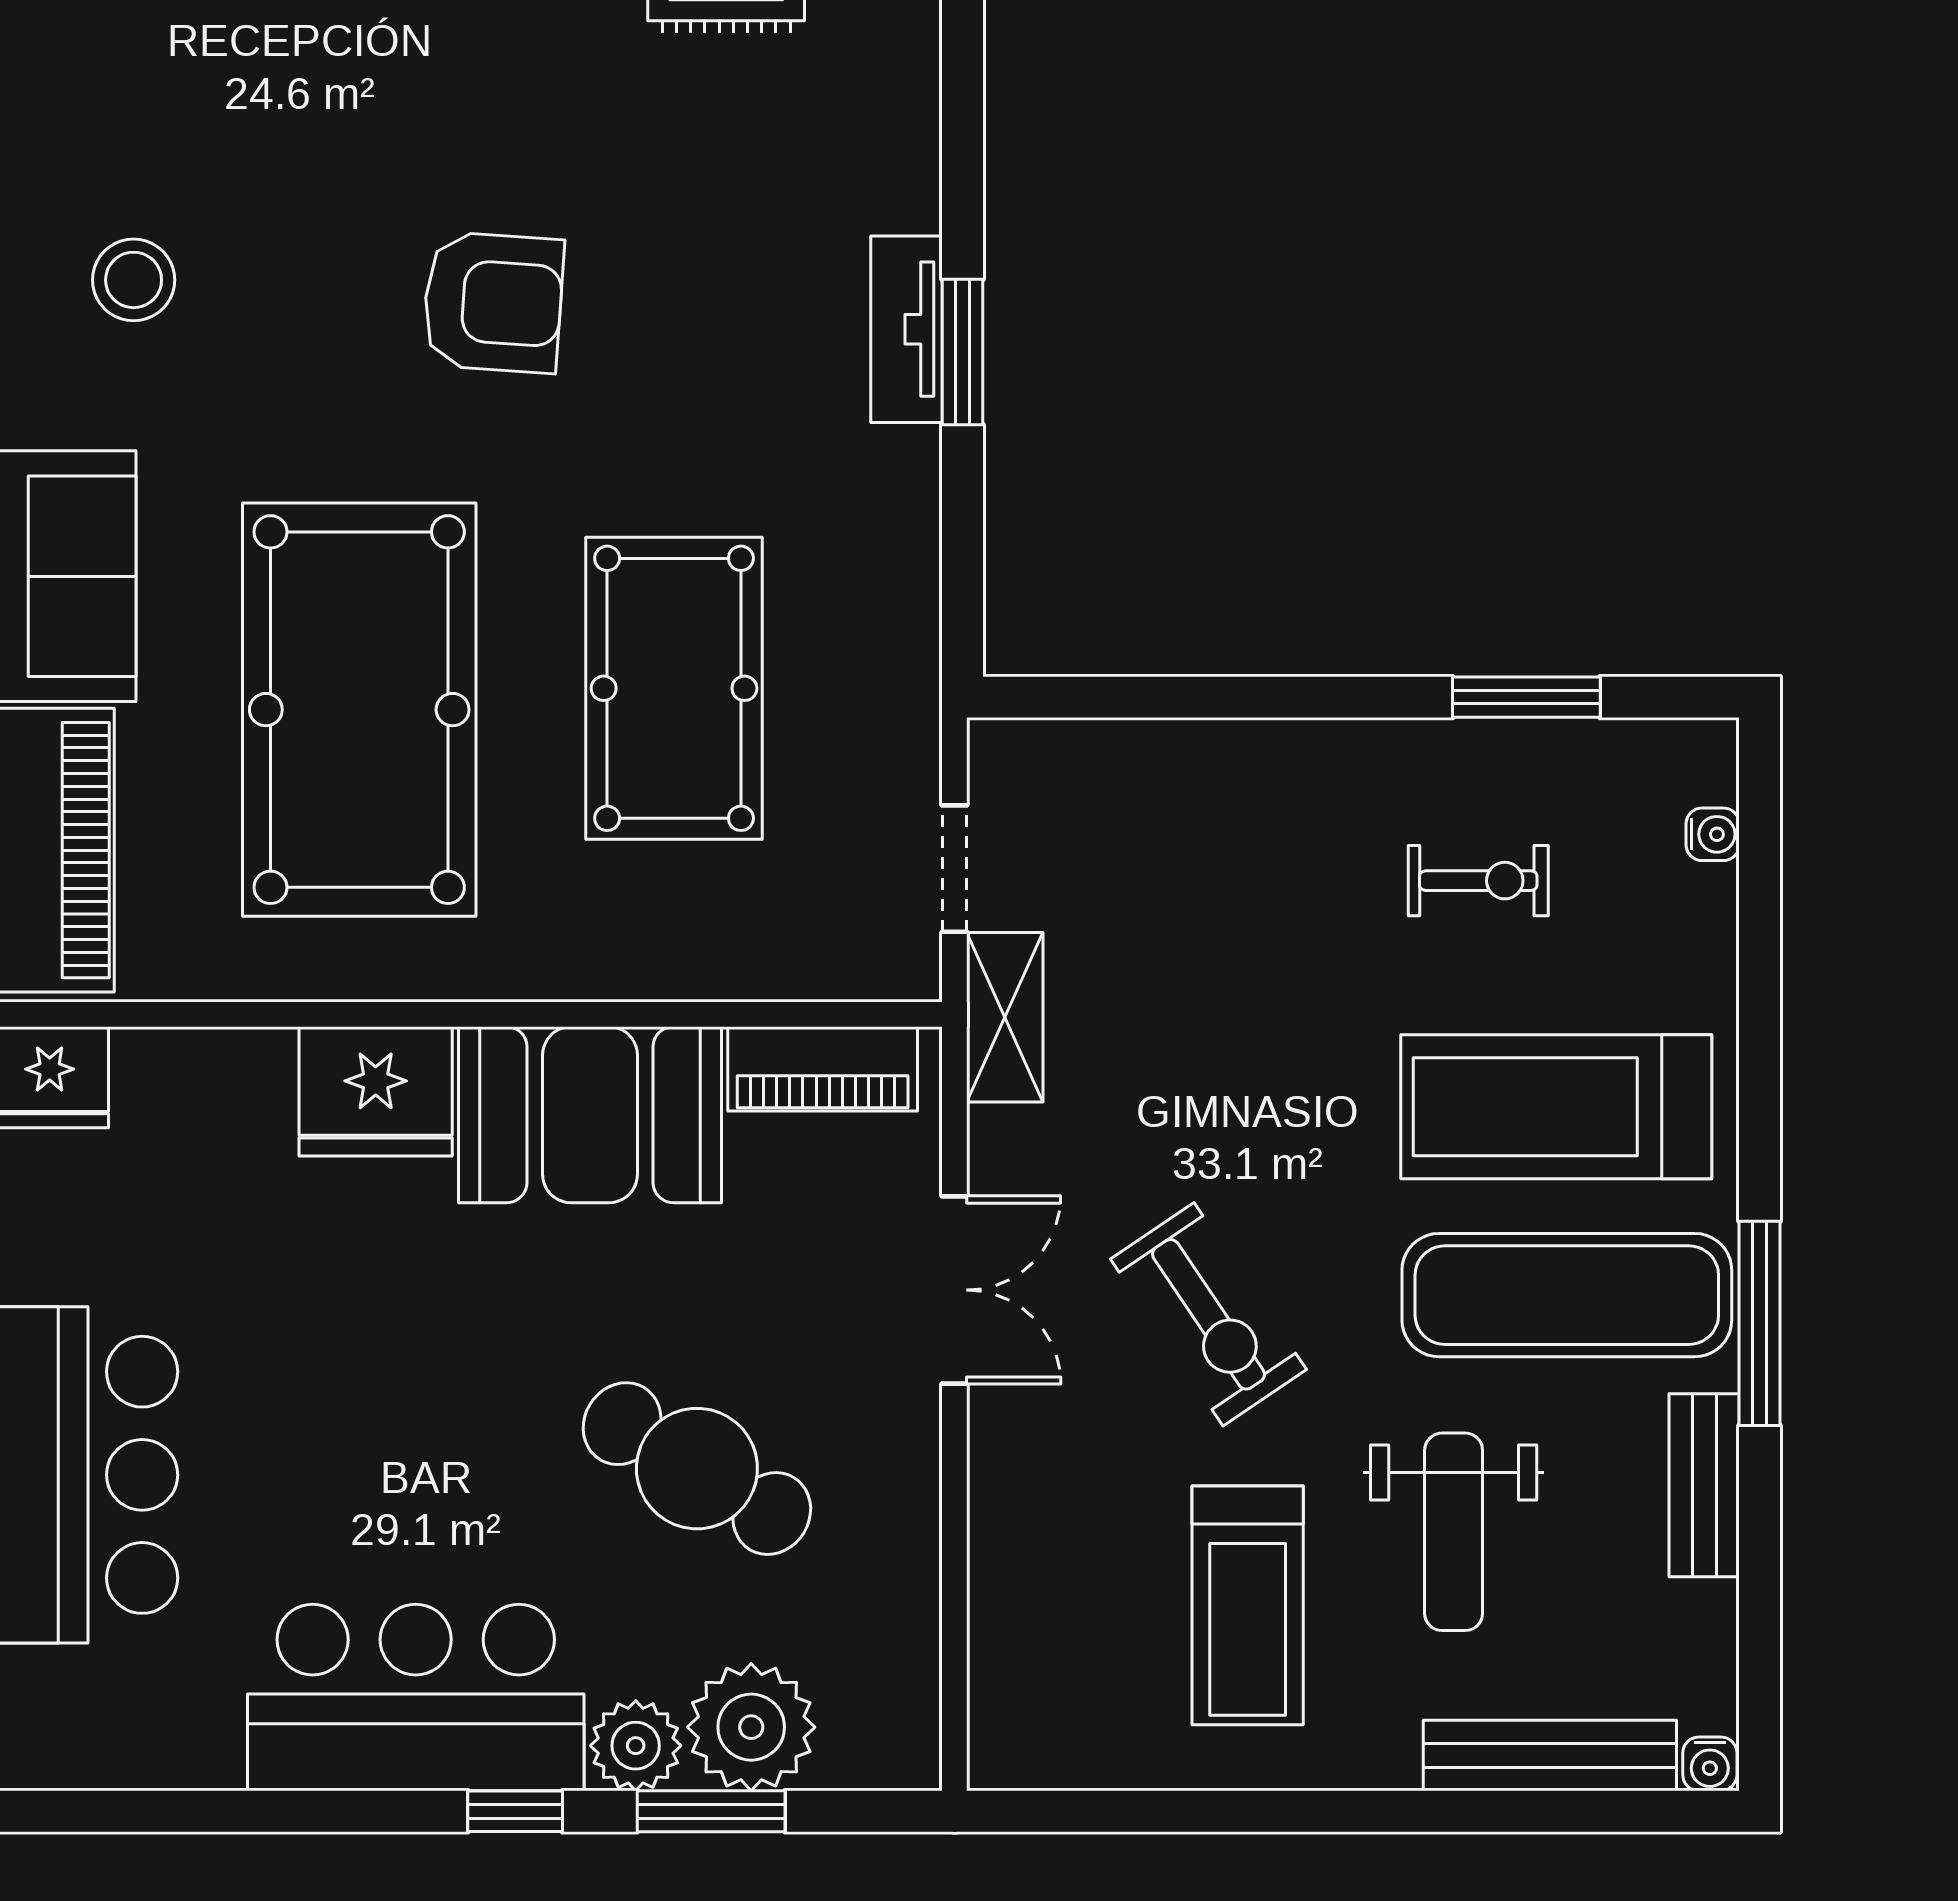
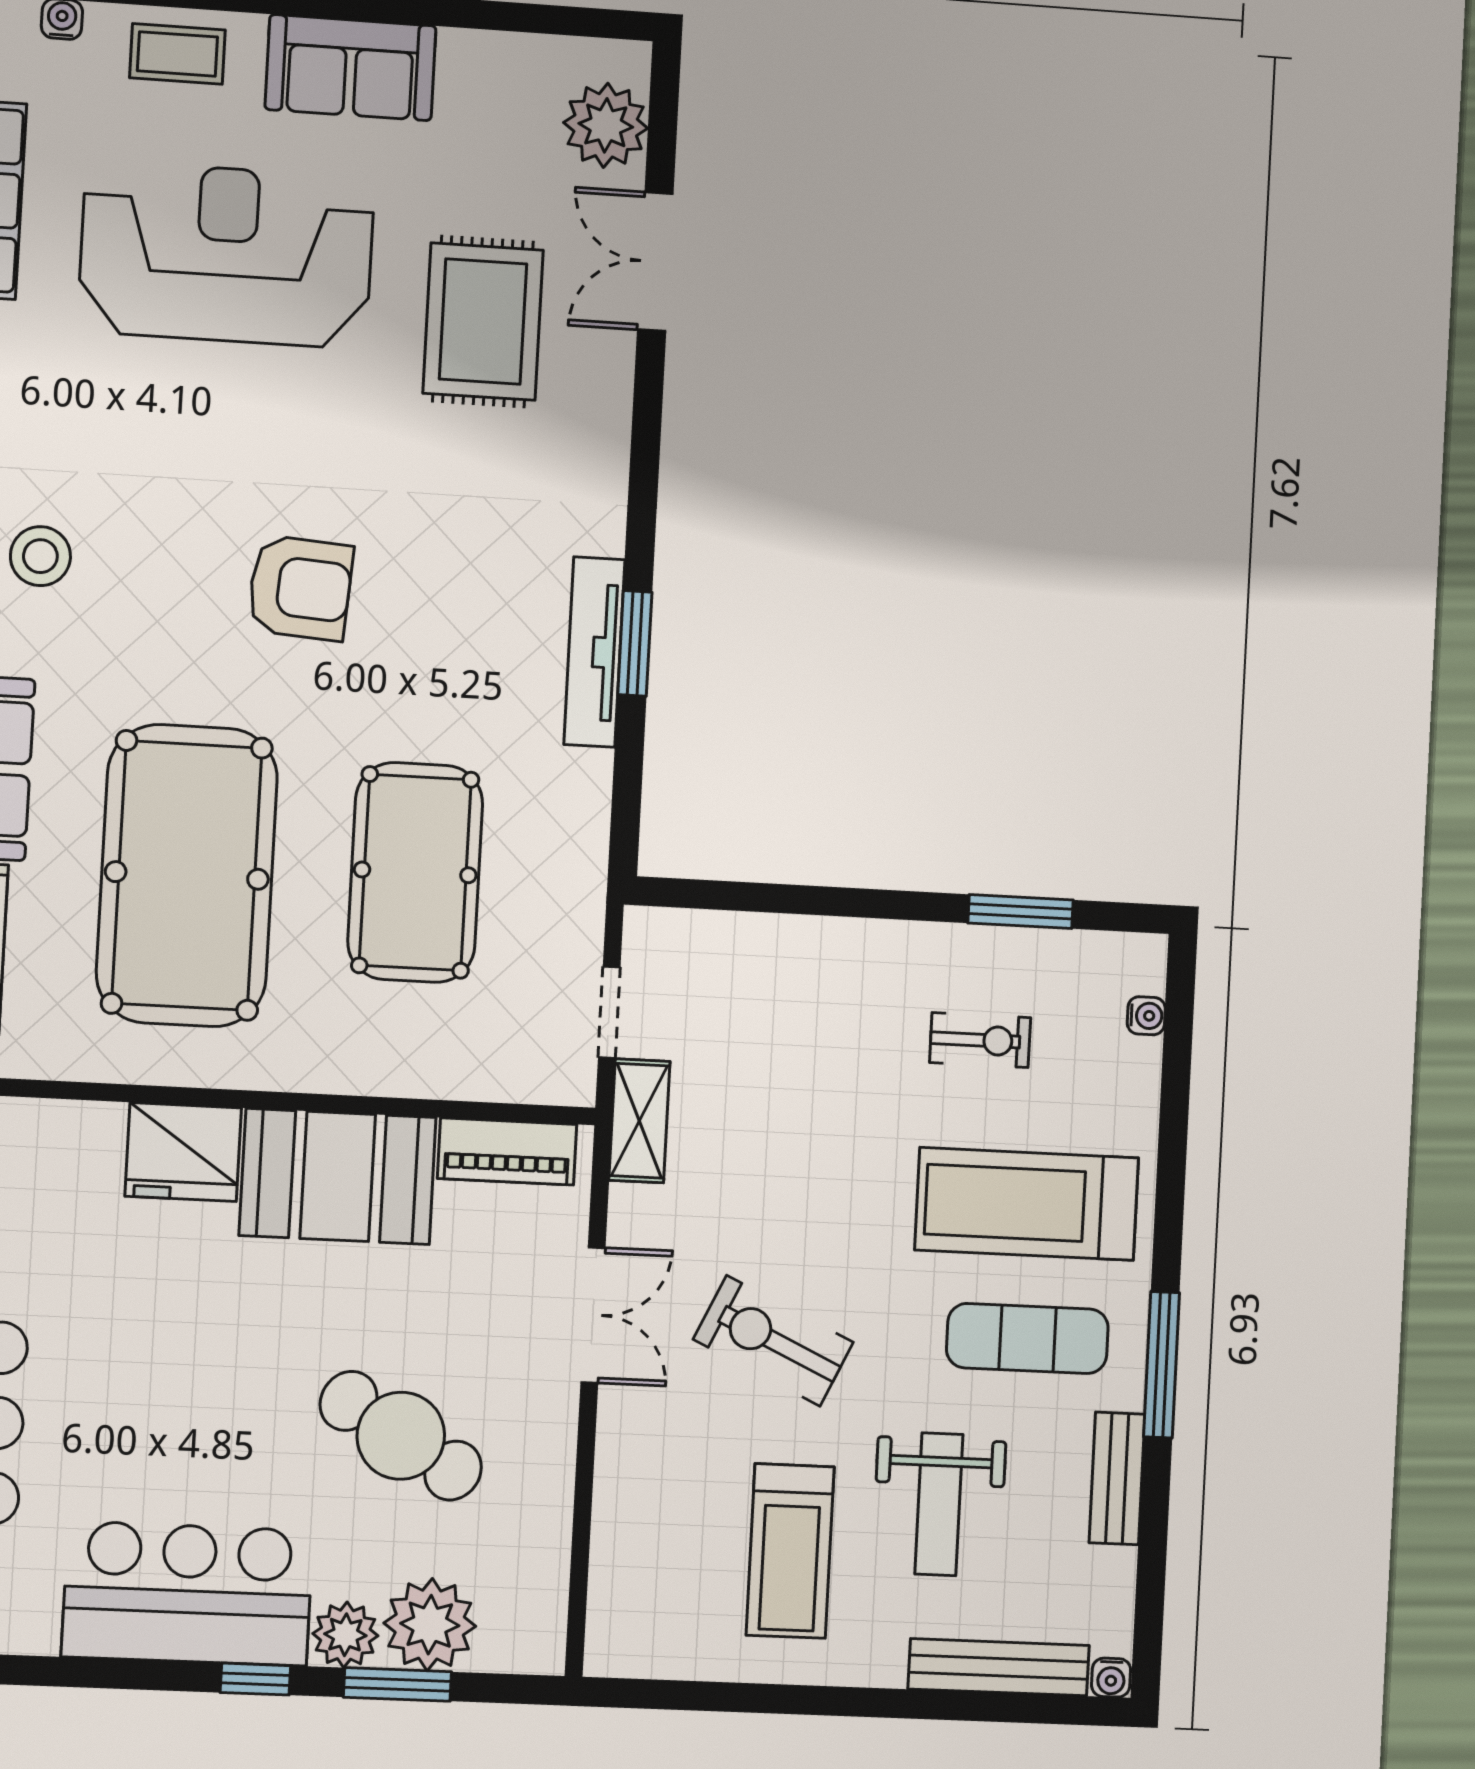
tv unit: (907, 329) -> (594, 652), width x1.41
exercise mat: (1567, 1295) -> (1027, 1338), width x0.73, depth x0.69
exercise bike: (1208, 1314) -> (773, 1341), turned 149

